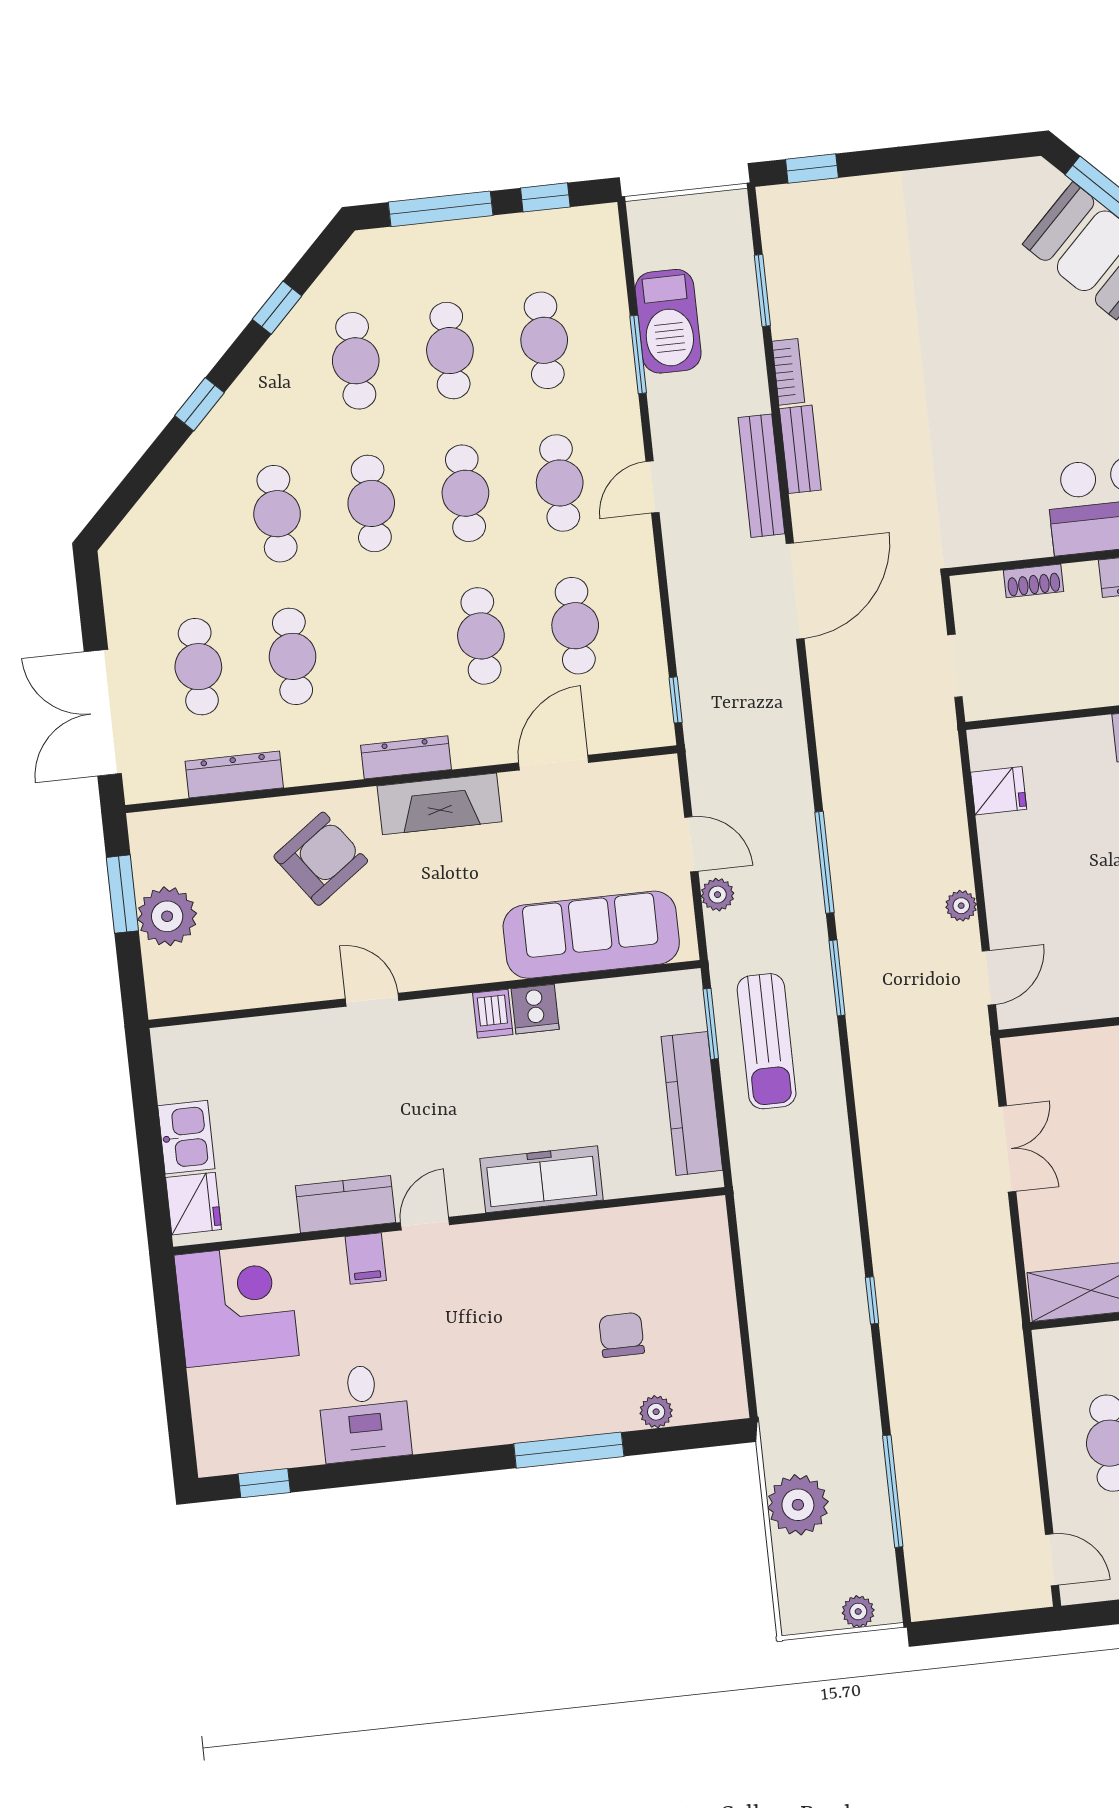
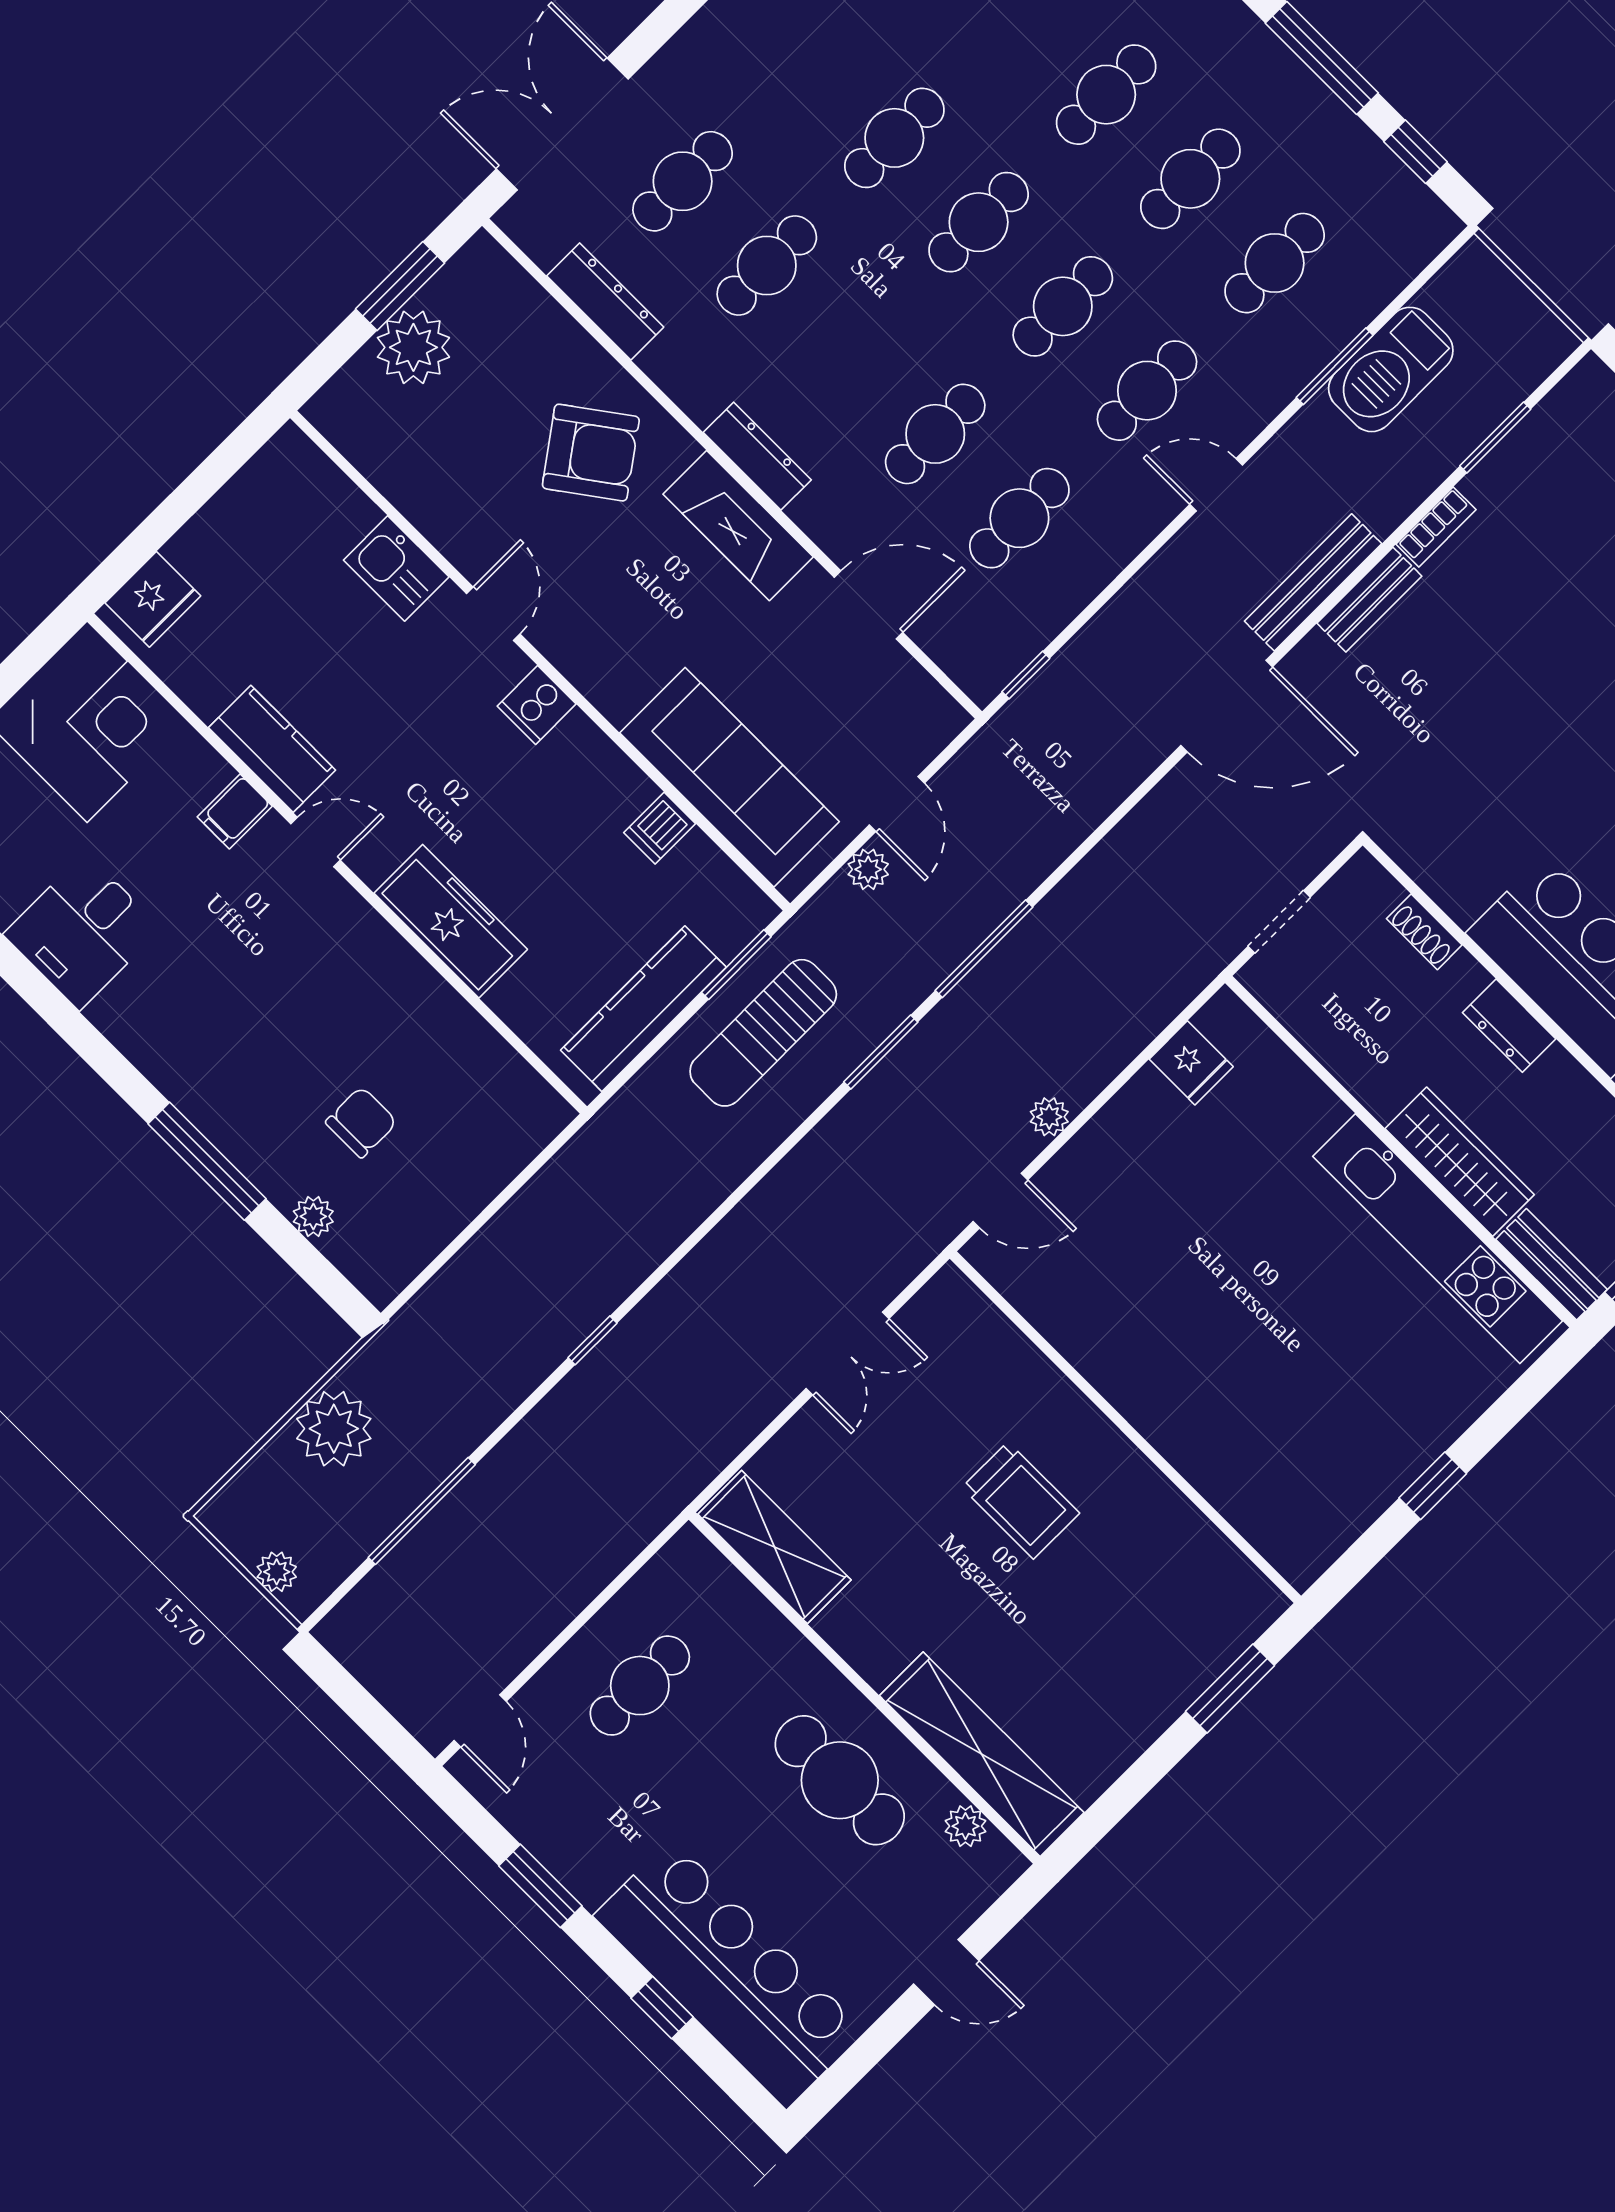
cooker: (535, 1009) -> (537, 705), moved
dishwasher: (493, 1014) -> (660, 828), moved
kitchen sink: (186, 1137) -> (396, 568), moved, turned 90

